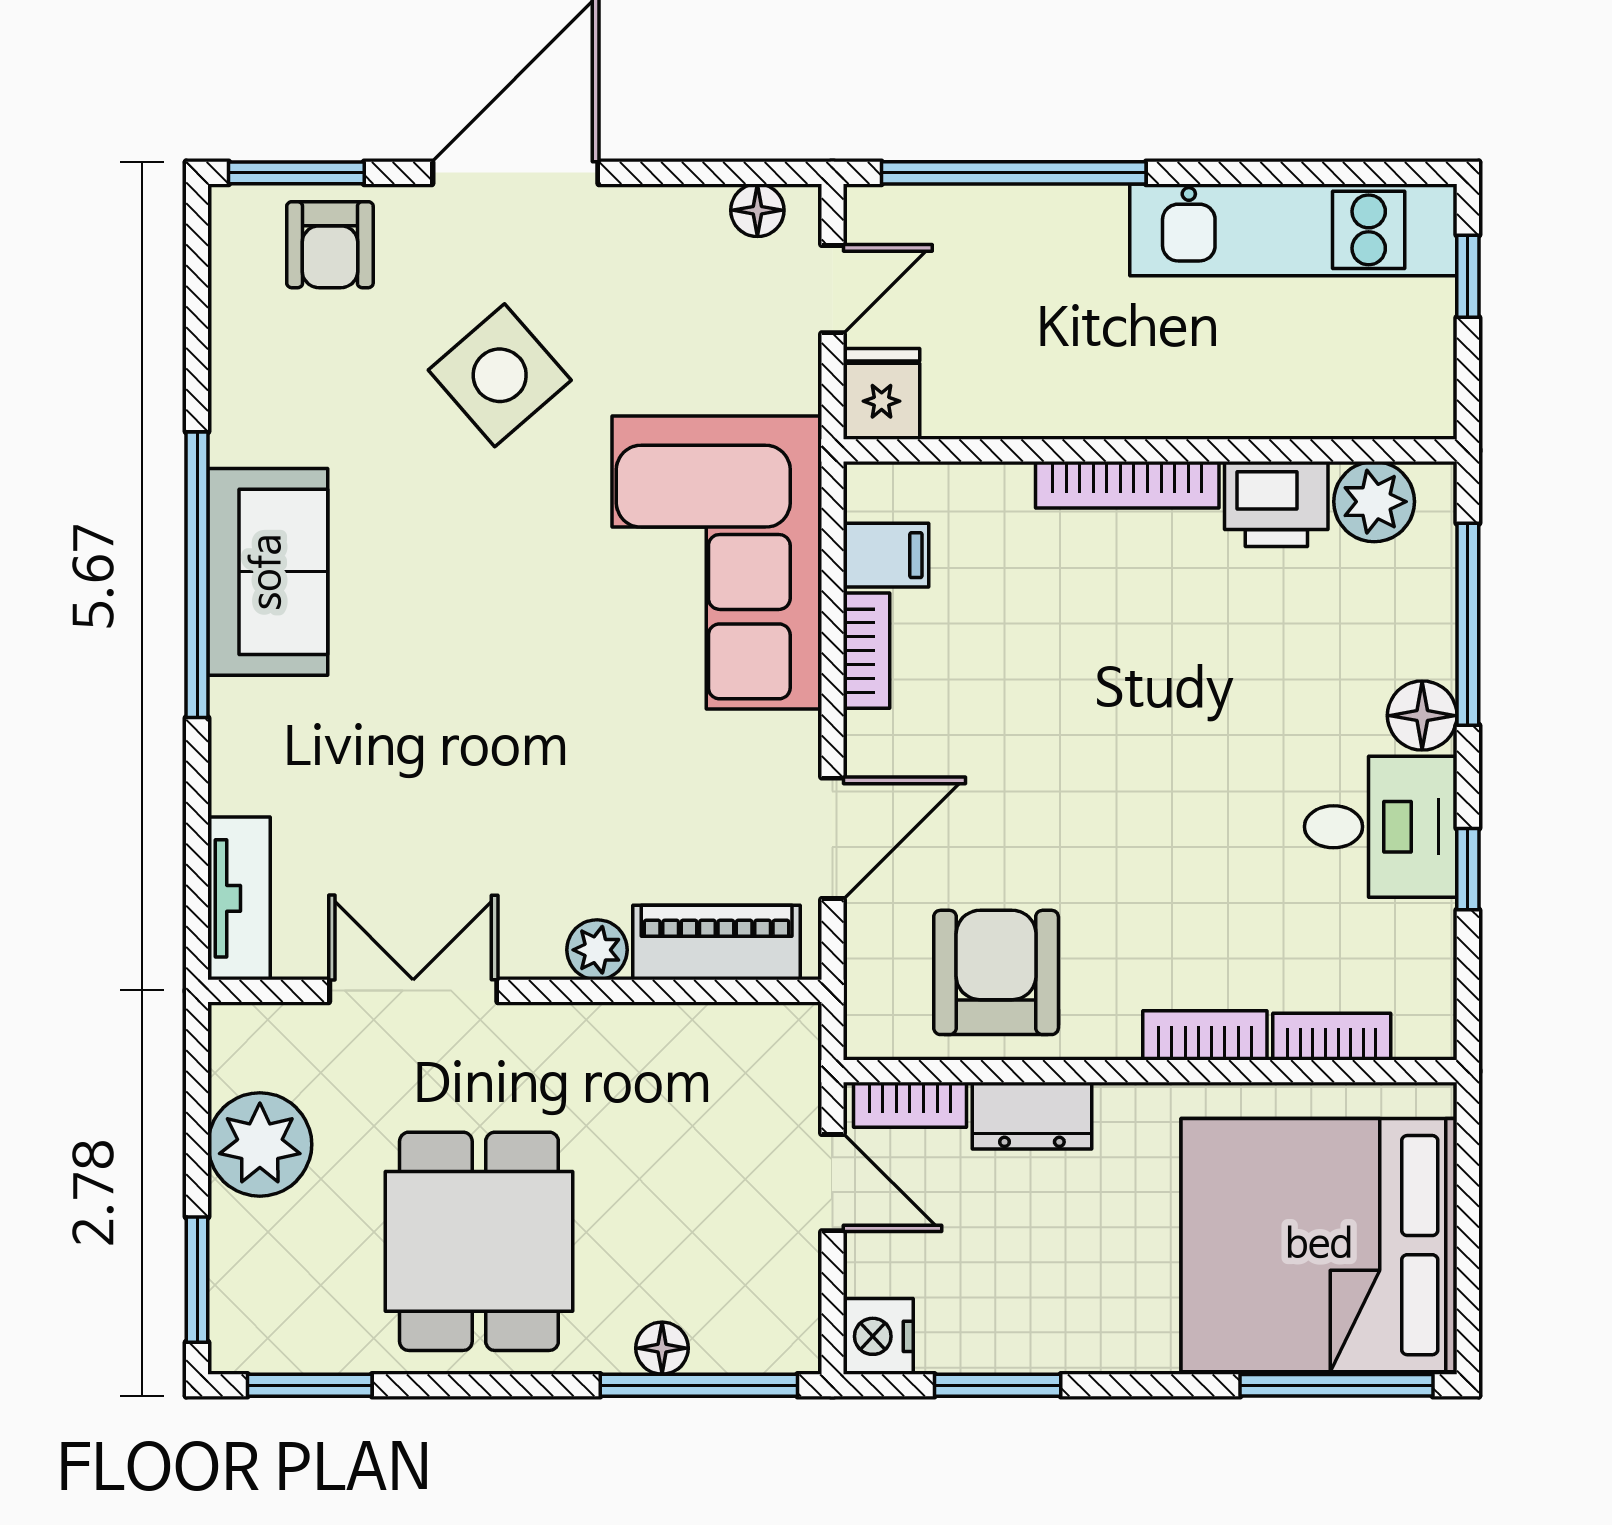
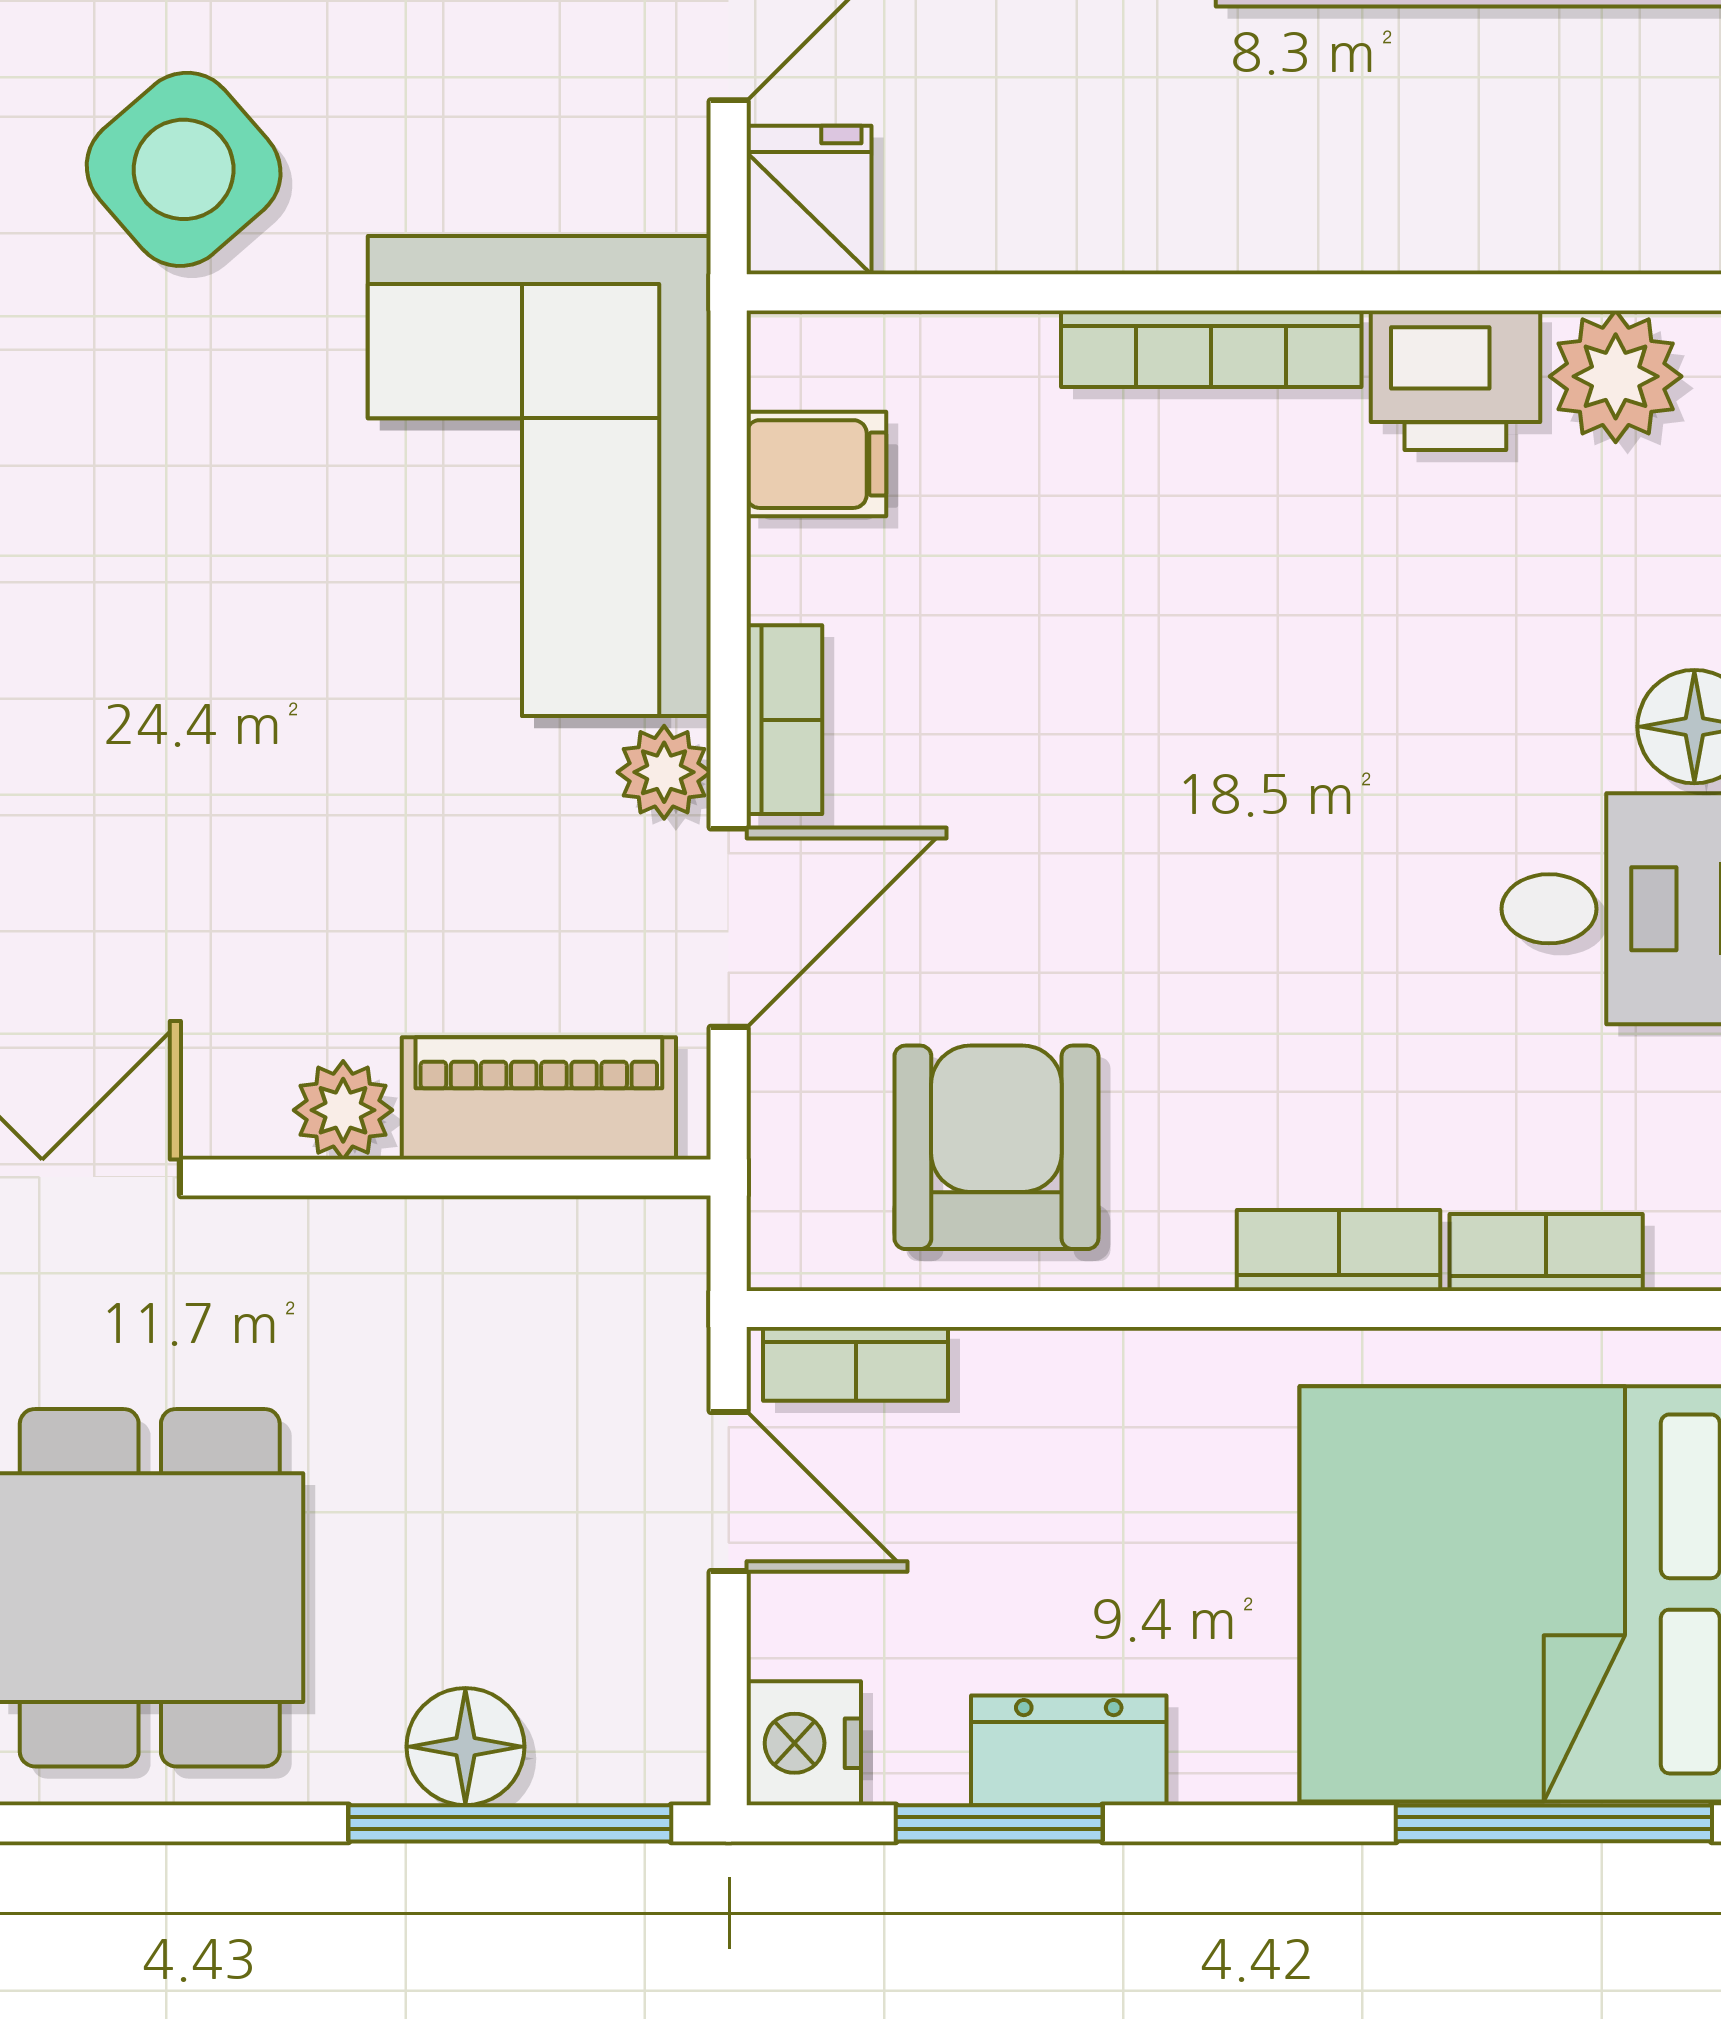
bookcase: (866, 651) -> (784, 720), moved
plant: (793, 743) -> (664, 772), added
dresser: (1032, 1116) -> (1069, 1750), moved, turned 180
floor lamp: (662, 1348) -> (465, 1747), width x1.37, depth x1.37

